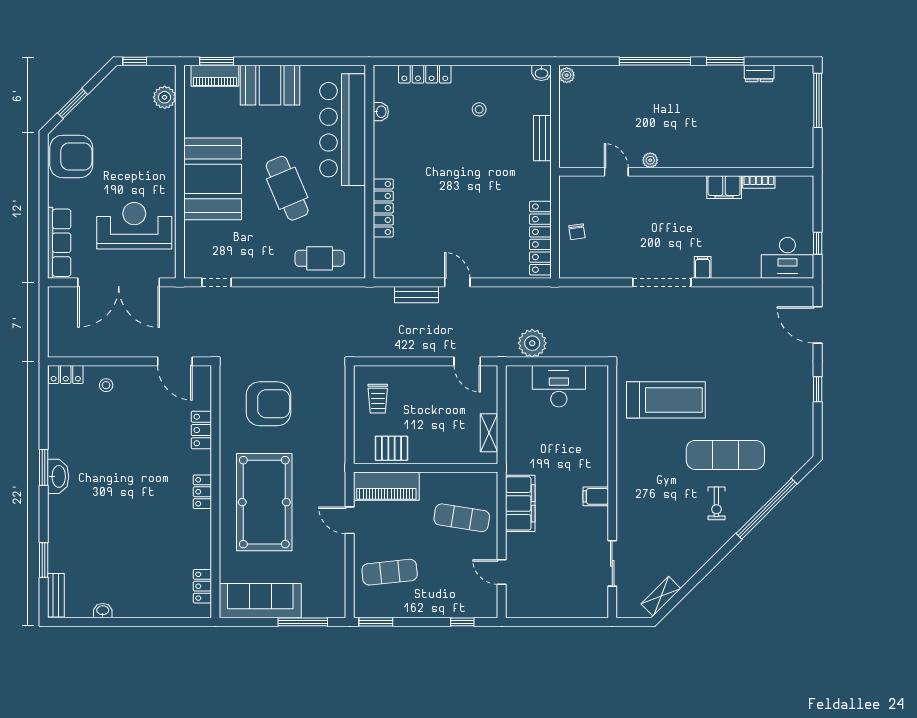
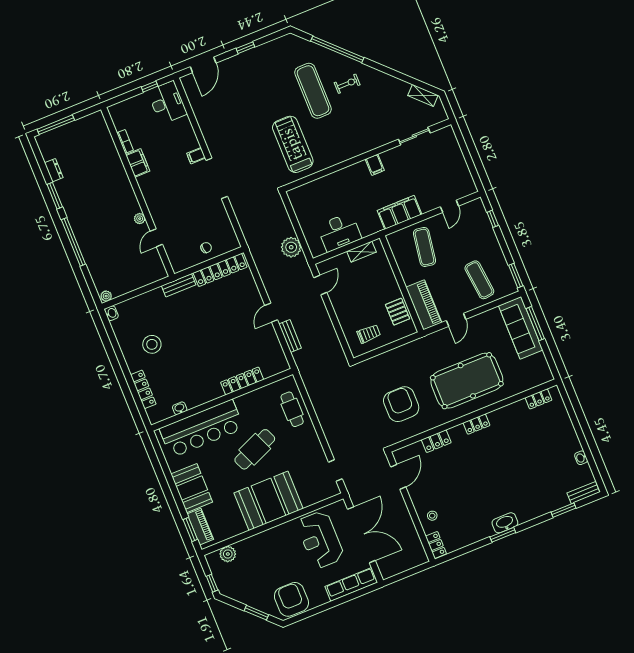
stool: (479, 109) -> (152, 344), width x1.89, depth x1.89
bench: (542, 138) -> (179, 285), moved
desk: (559, 386) -> (339, 232), moved, turned -90
sofa: (260, 601) -> (521, 328), moved

